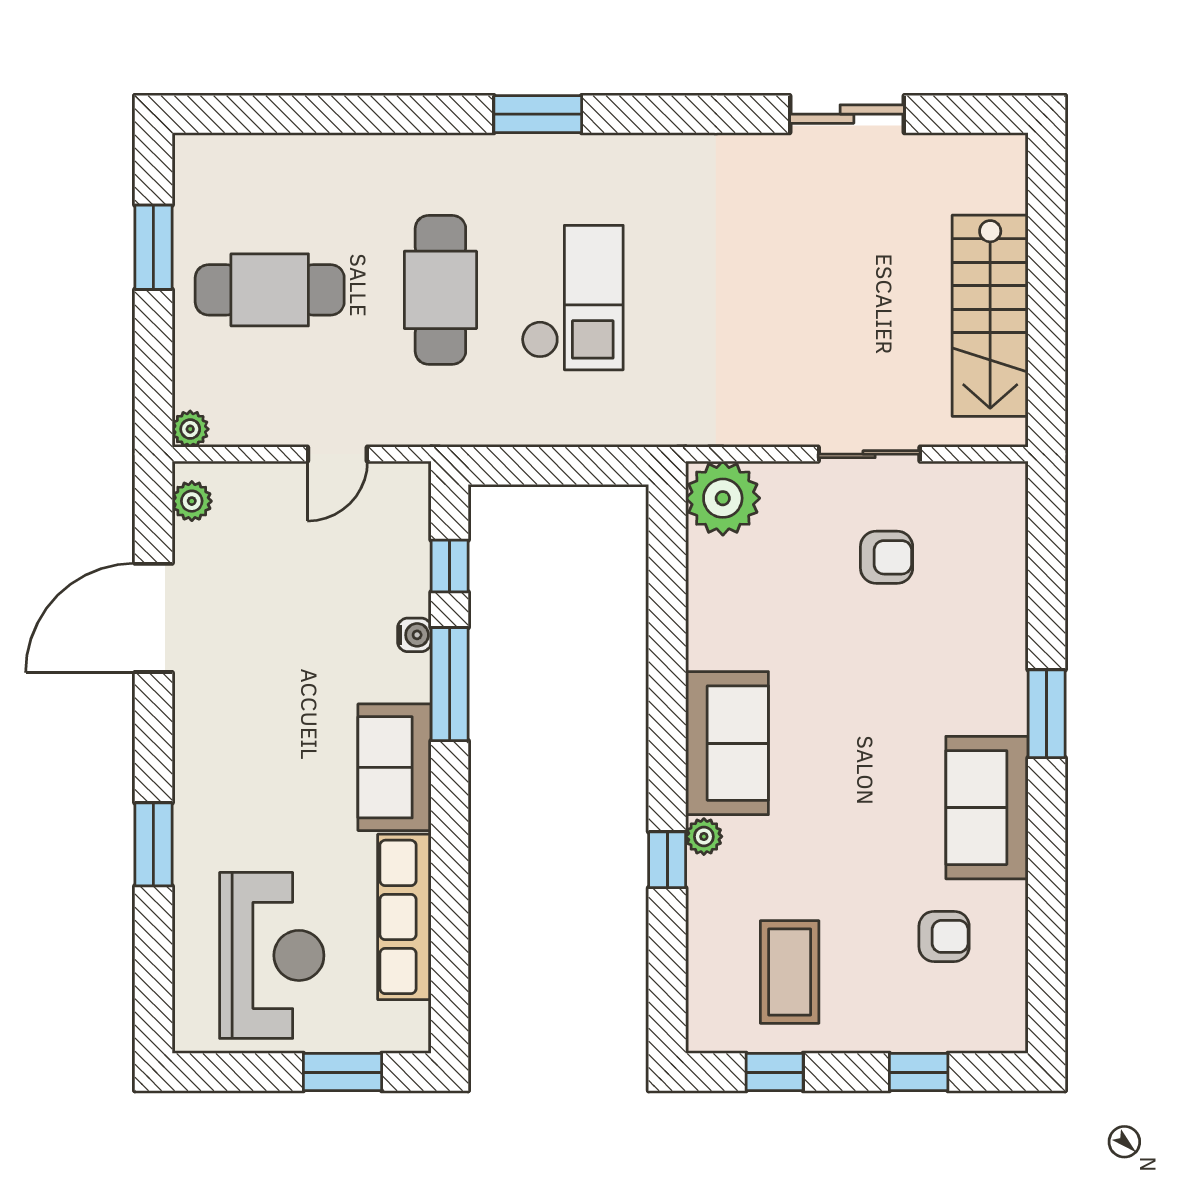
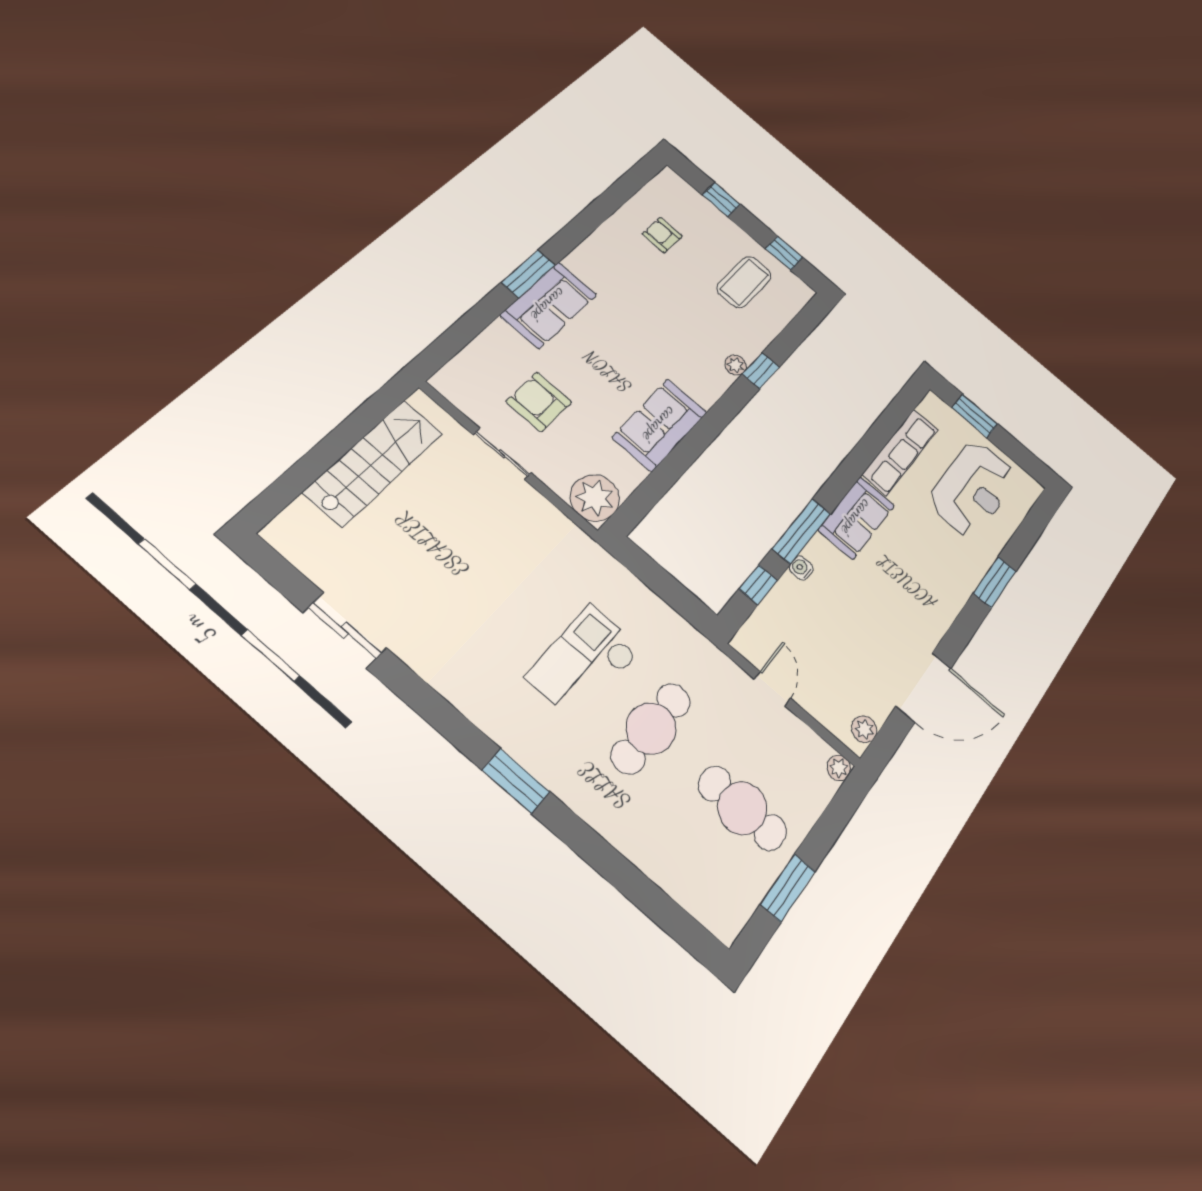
door: (337, 454) -> (772, 689), hinge flipped
armchair: (887, 557) -> (539, 402), width x1.38, depth x1.38
sofa: (727, 743) -> (660, 425), moved
sofa: (987, 808) -> (549, 305), moved
reception desk: (272, 955) -> (973, 488), turned 180

